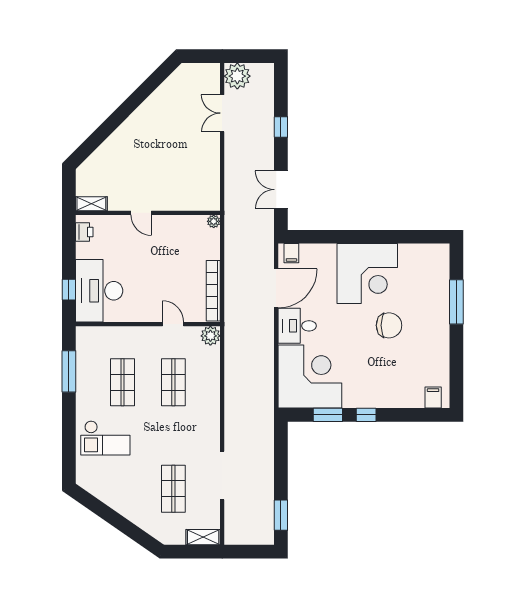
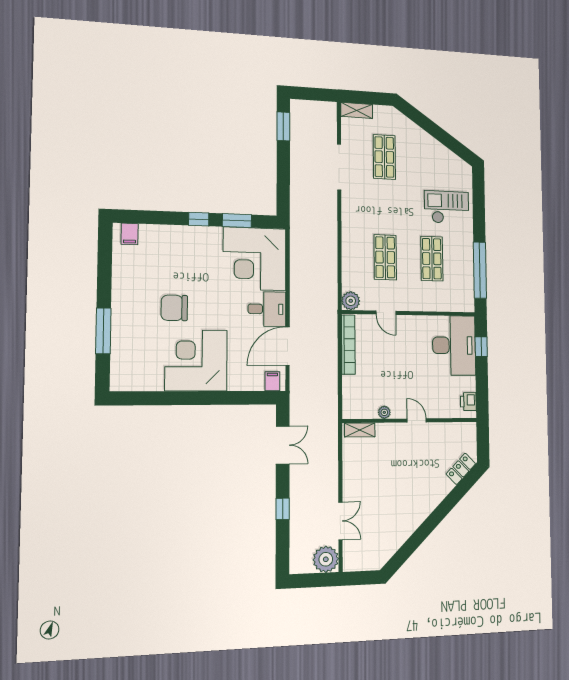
locker: (94, 162) -> (461, 469), added
shelving: (91, 204) -> (360, 430), moved
plant: (214, 221) -> (384, 412), moved
window: (69, 371) -> (480, 270), width x1.46

